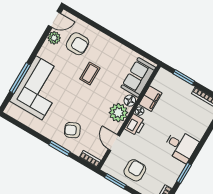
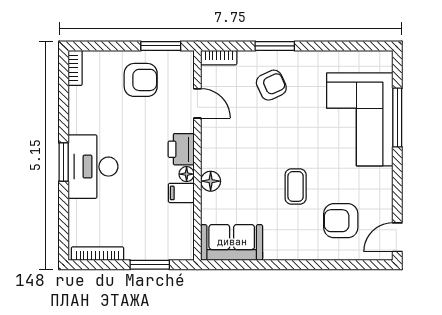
plant: (54, 38) -> (382, 209), removed
sofa: (138, 77) -> (232, 242), moved, turned -90
filing cabinet: (150, 99) -> (181, 193), width x0.50
plant: (118, 113) -> (217, 153), removed
desk: (181, 146) -> (93, 167), width x1.37
armchair: (135, 170) -> (141, 80), turned -90
window: (184, 173) -> (64, 162), moved

